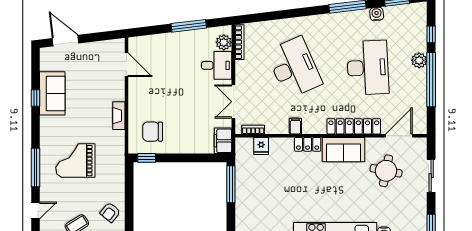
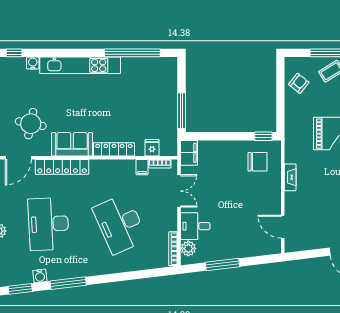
filing cabinet: (295, 126) -> (142, 167), moved
locker: (308, 144) -> (114, 149), width x1.53

